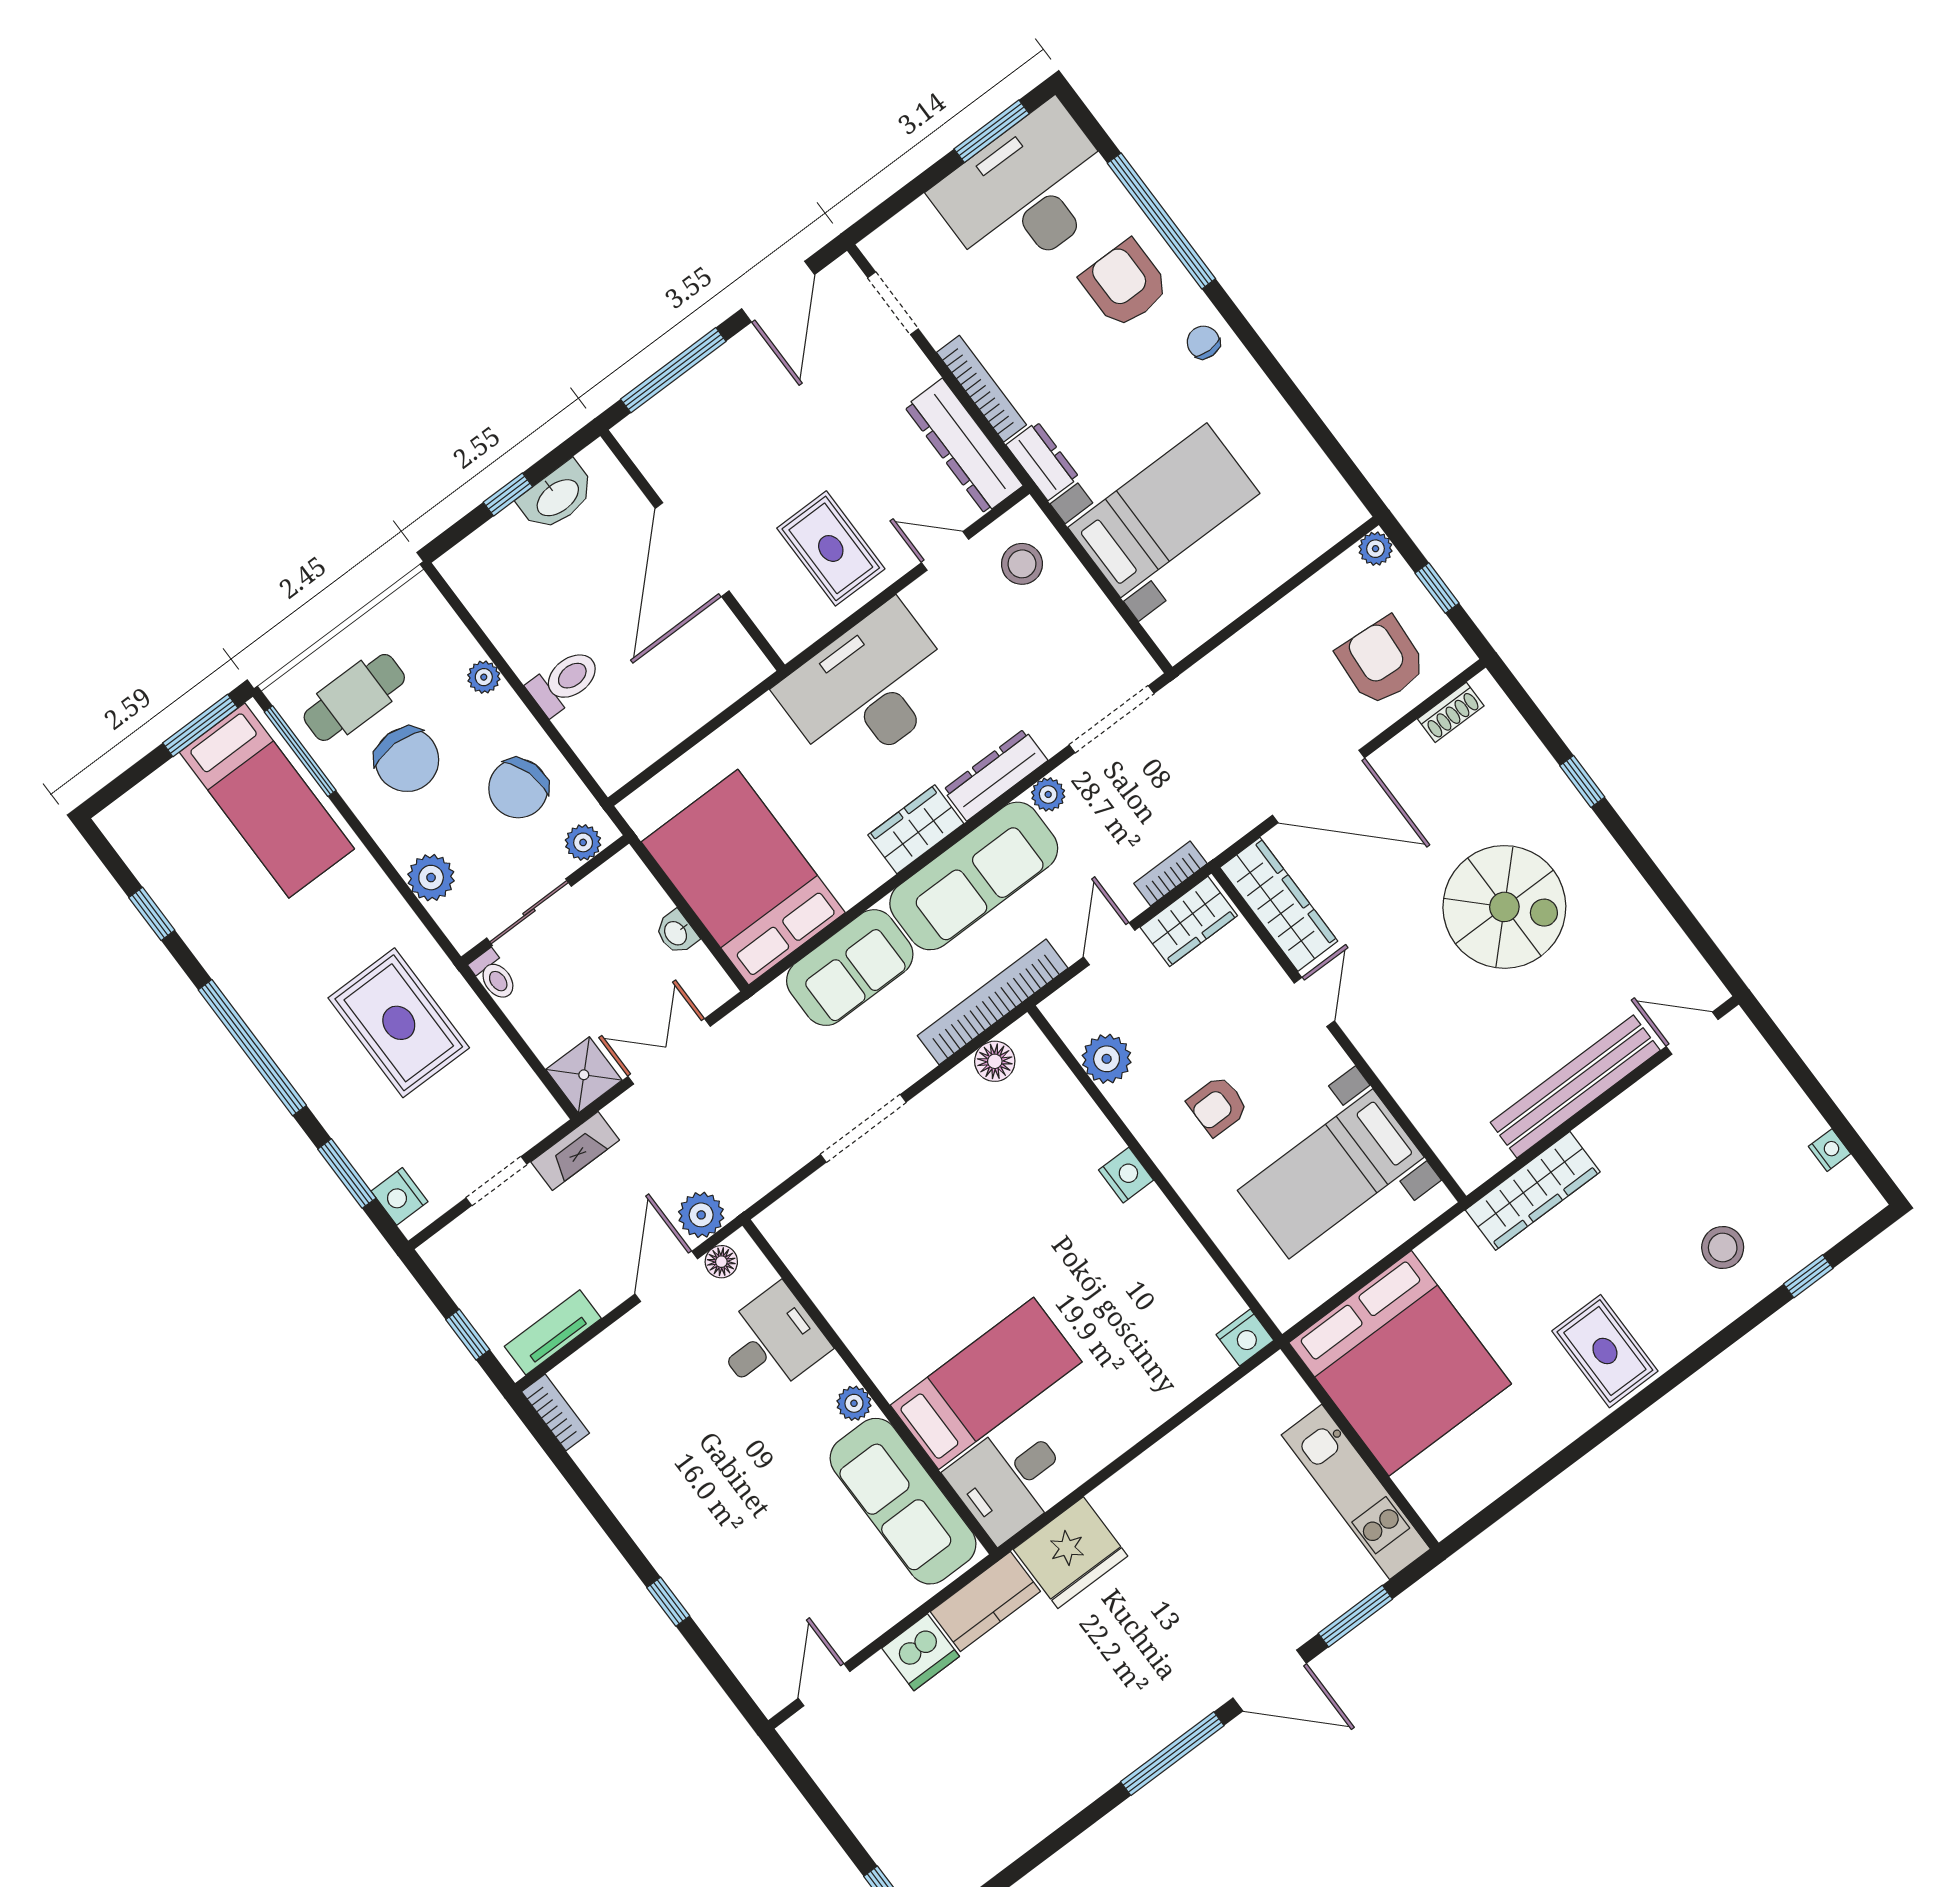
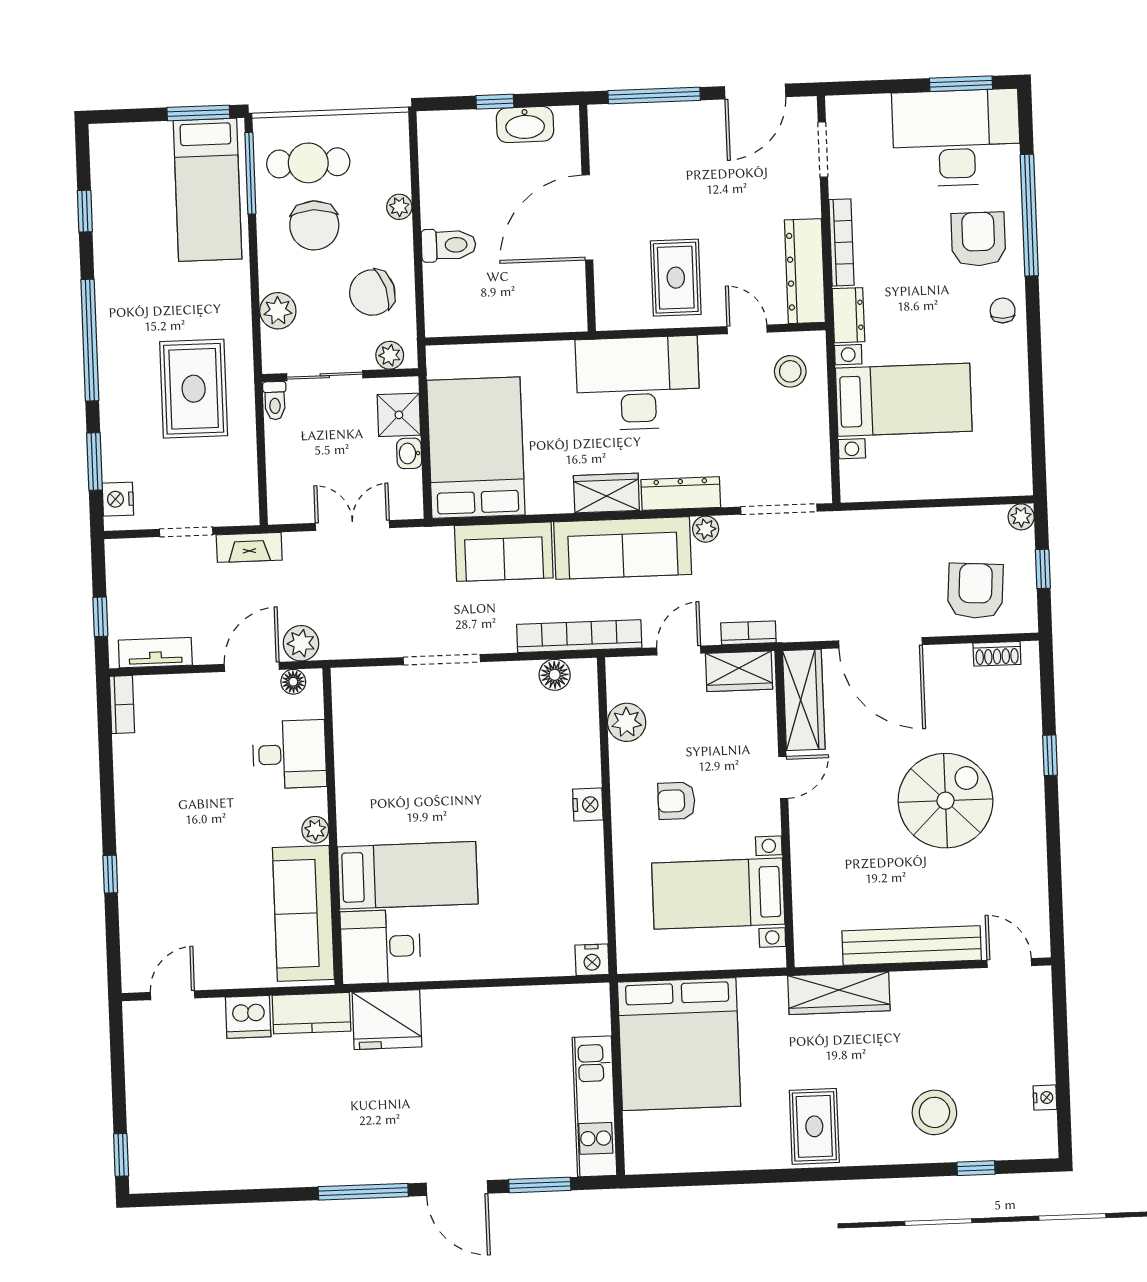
spiral stairs: (1504, 907) -> (946, 801), turned -90
shower: (584, 1075) -> (399, 415), moved
stool: (1723, 1247) -> (934, 1112), width x1.38, depth x1.38

